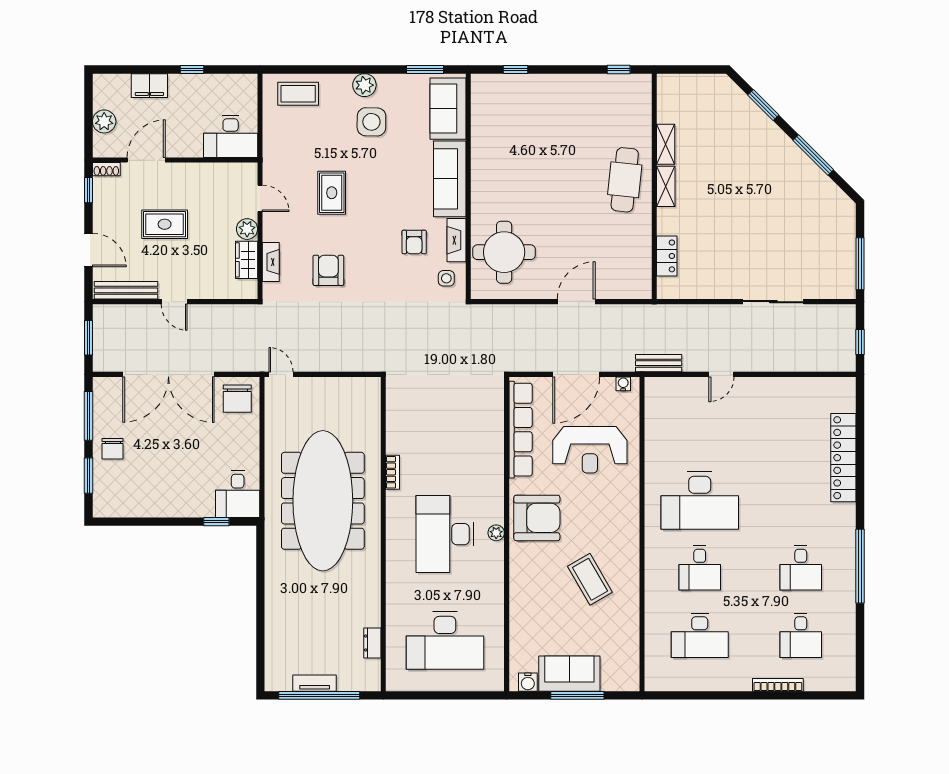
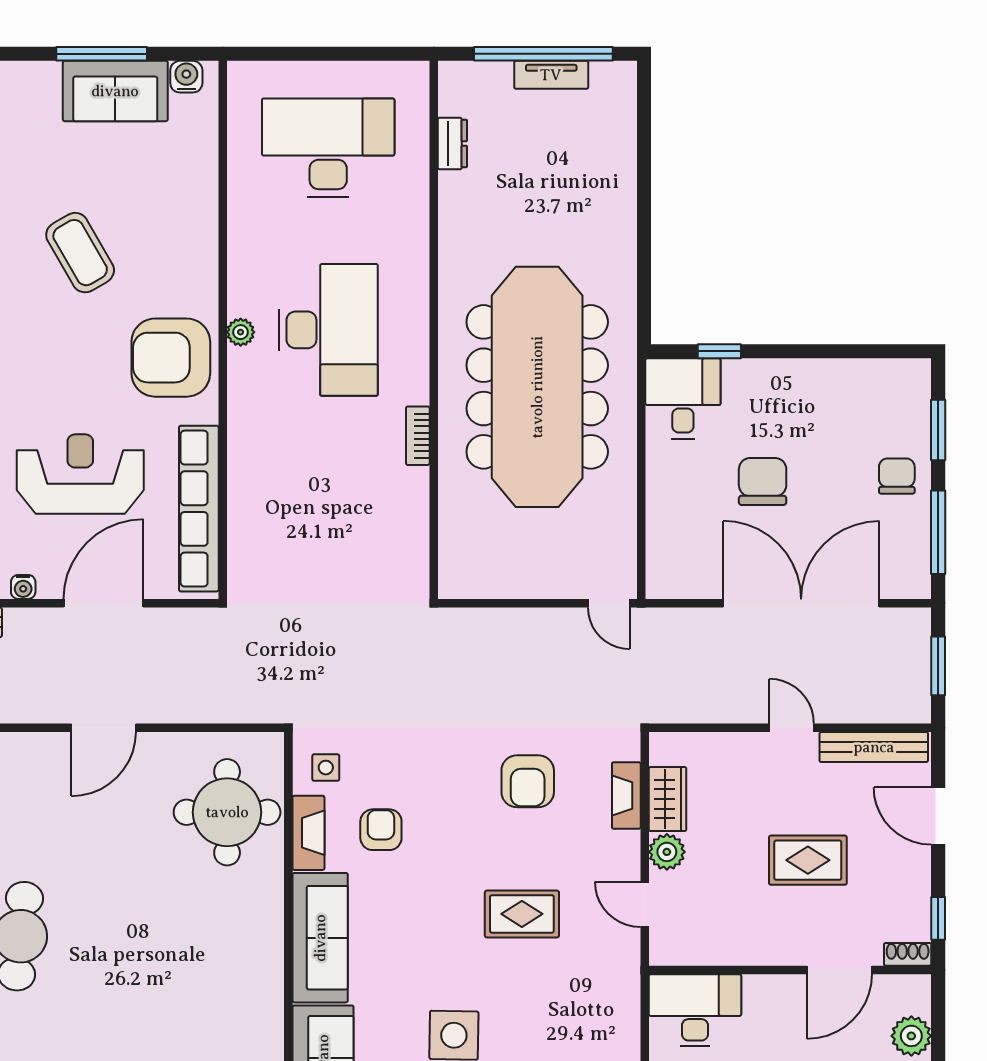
rug: (332, 193) -> (522, 914), turned 90
chair: (237, 399) -> (763, 481), moved

